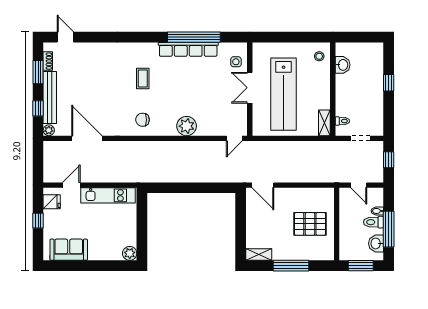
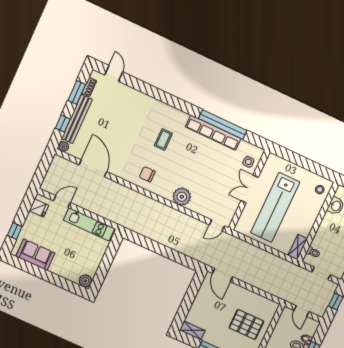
window: (38, 221) -> (15, 231), moved

